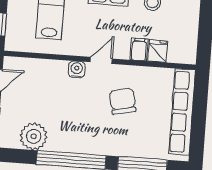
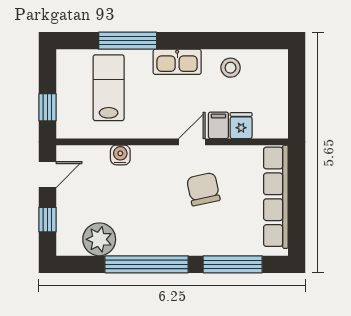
door: (101, 60) -> (192, 142), moved
water cooler: (77, 69) -> (120, 155), moved

